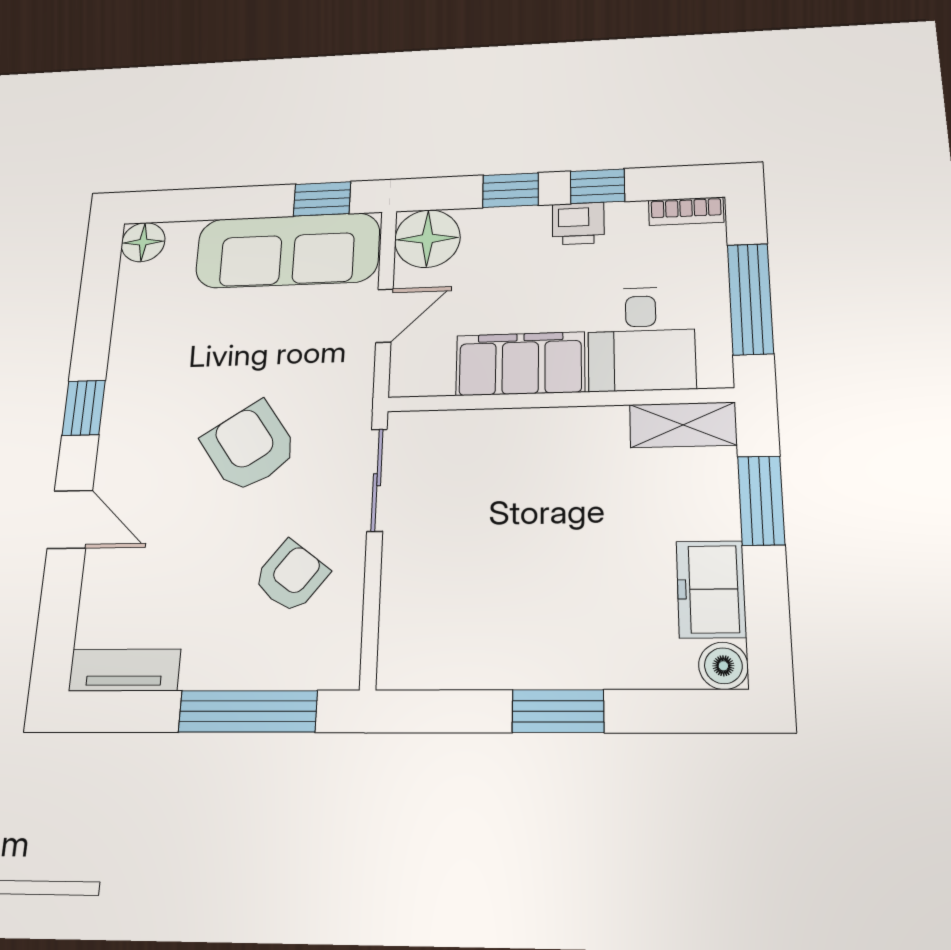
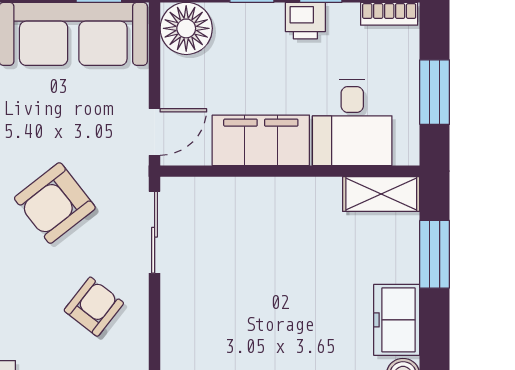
window: (750, 299) -> (435, 92), width x0.69
door: (384, 316) -> (155, 132), moved
armchair: (250, 447) -> (55, 203), turned -94

